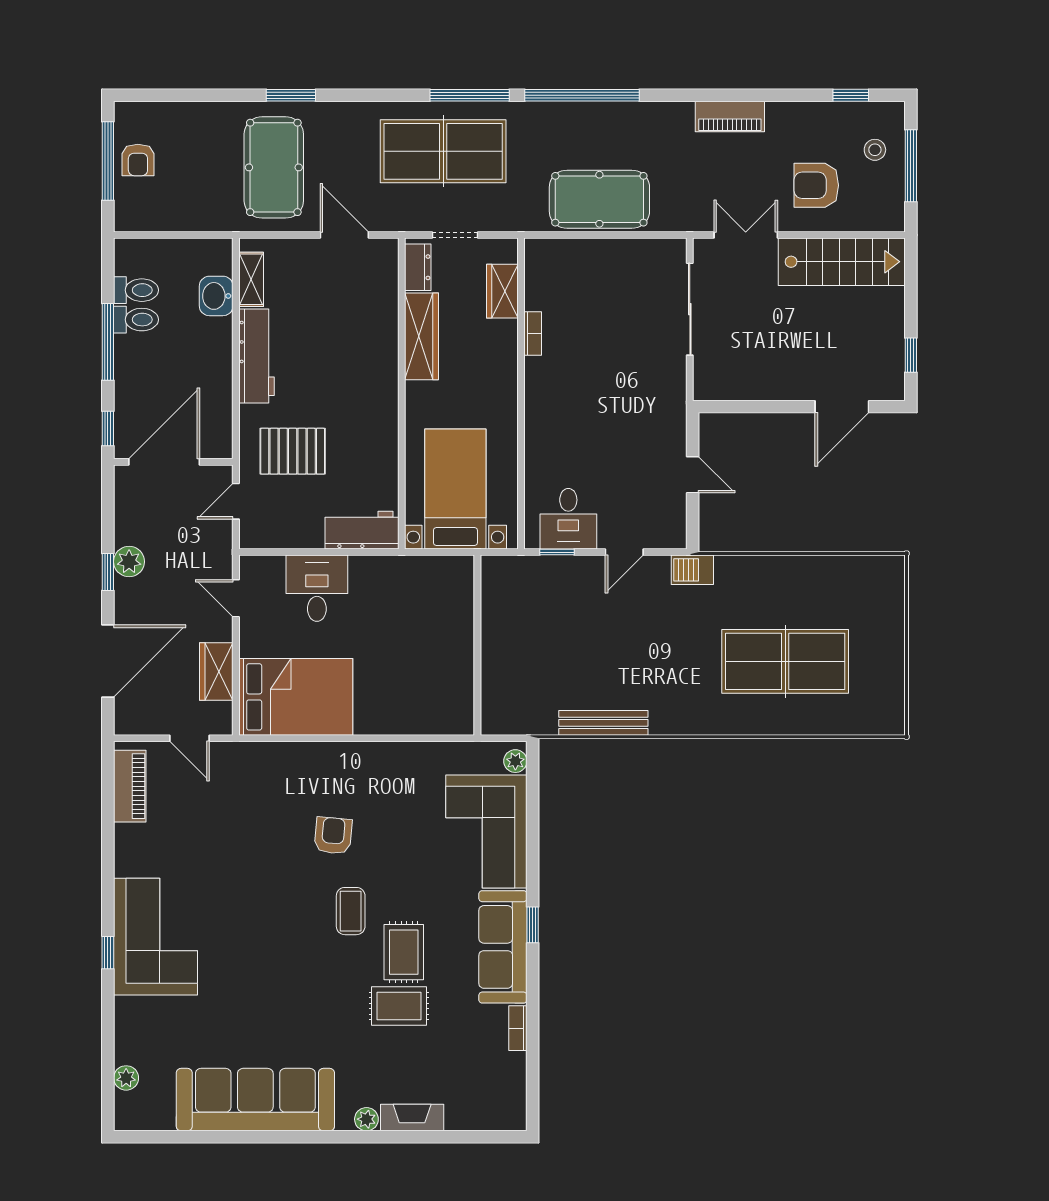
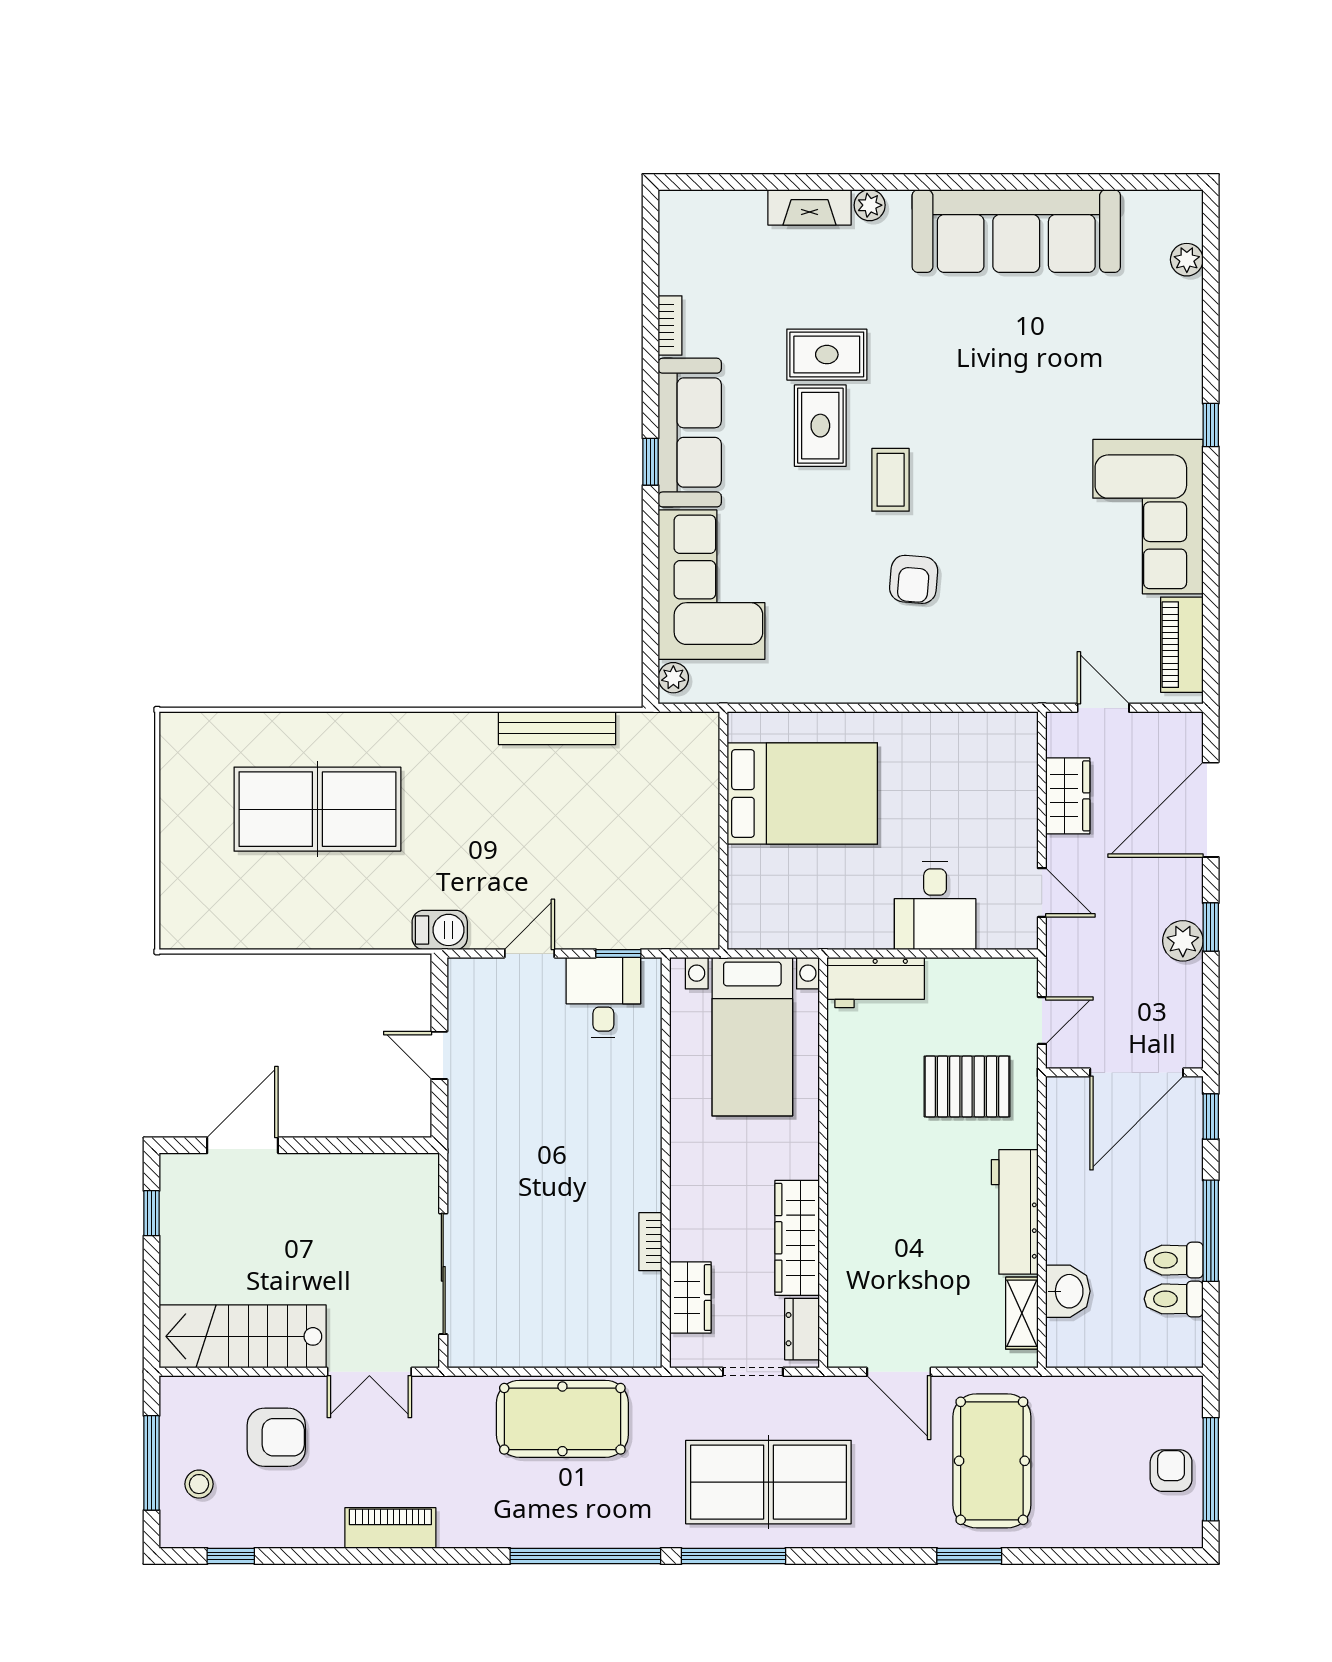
bed: (296, 697) -> (802, 793), moved, turned 180
corner sofa: (155, 937) -> (1148, 517), moved

